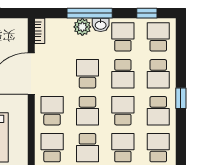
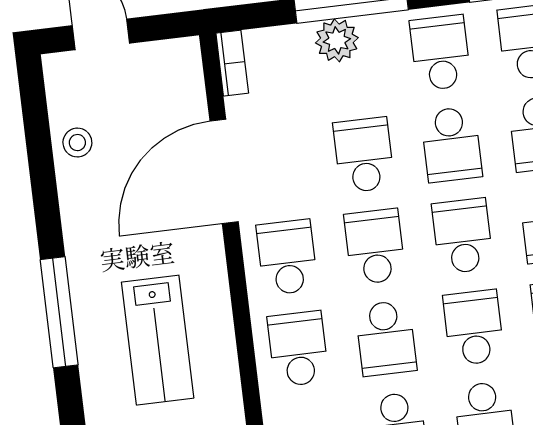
washbasin: (101, 25) -> (382, 30), removed
school desk: (87, 111) -> (375, 247), turned 180

